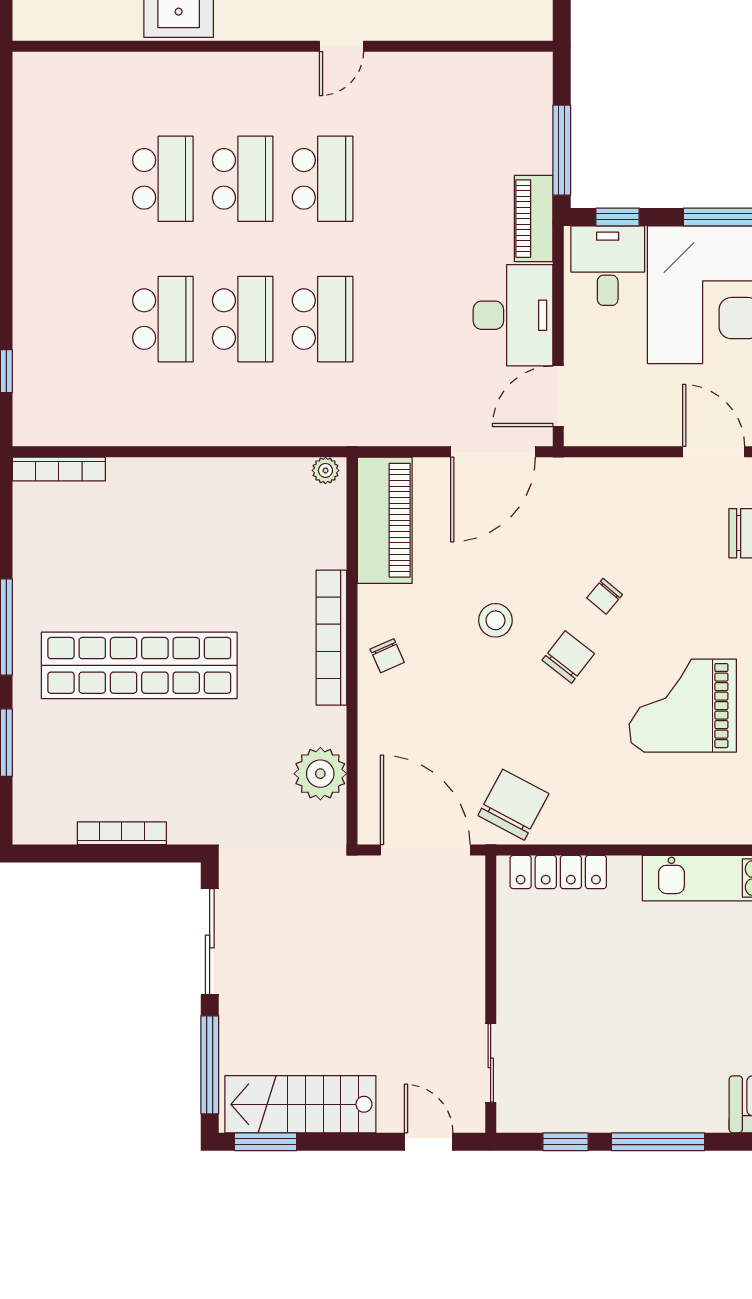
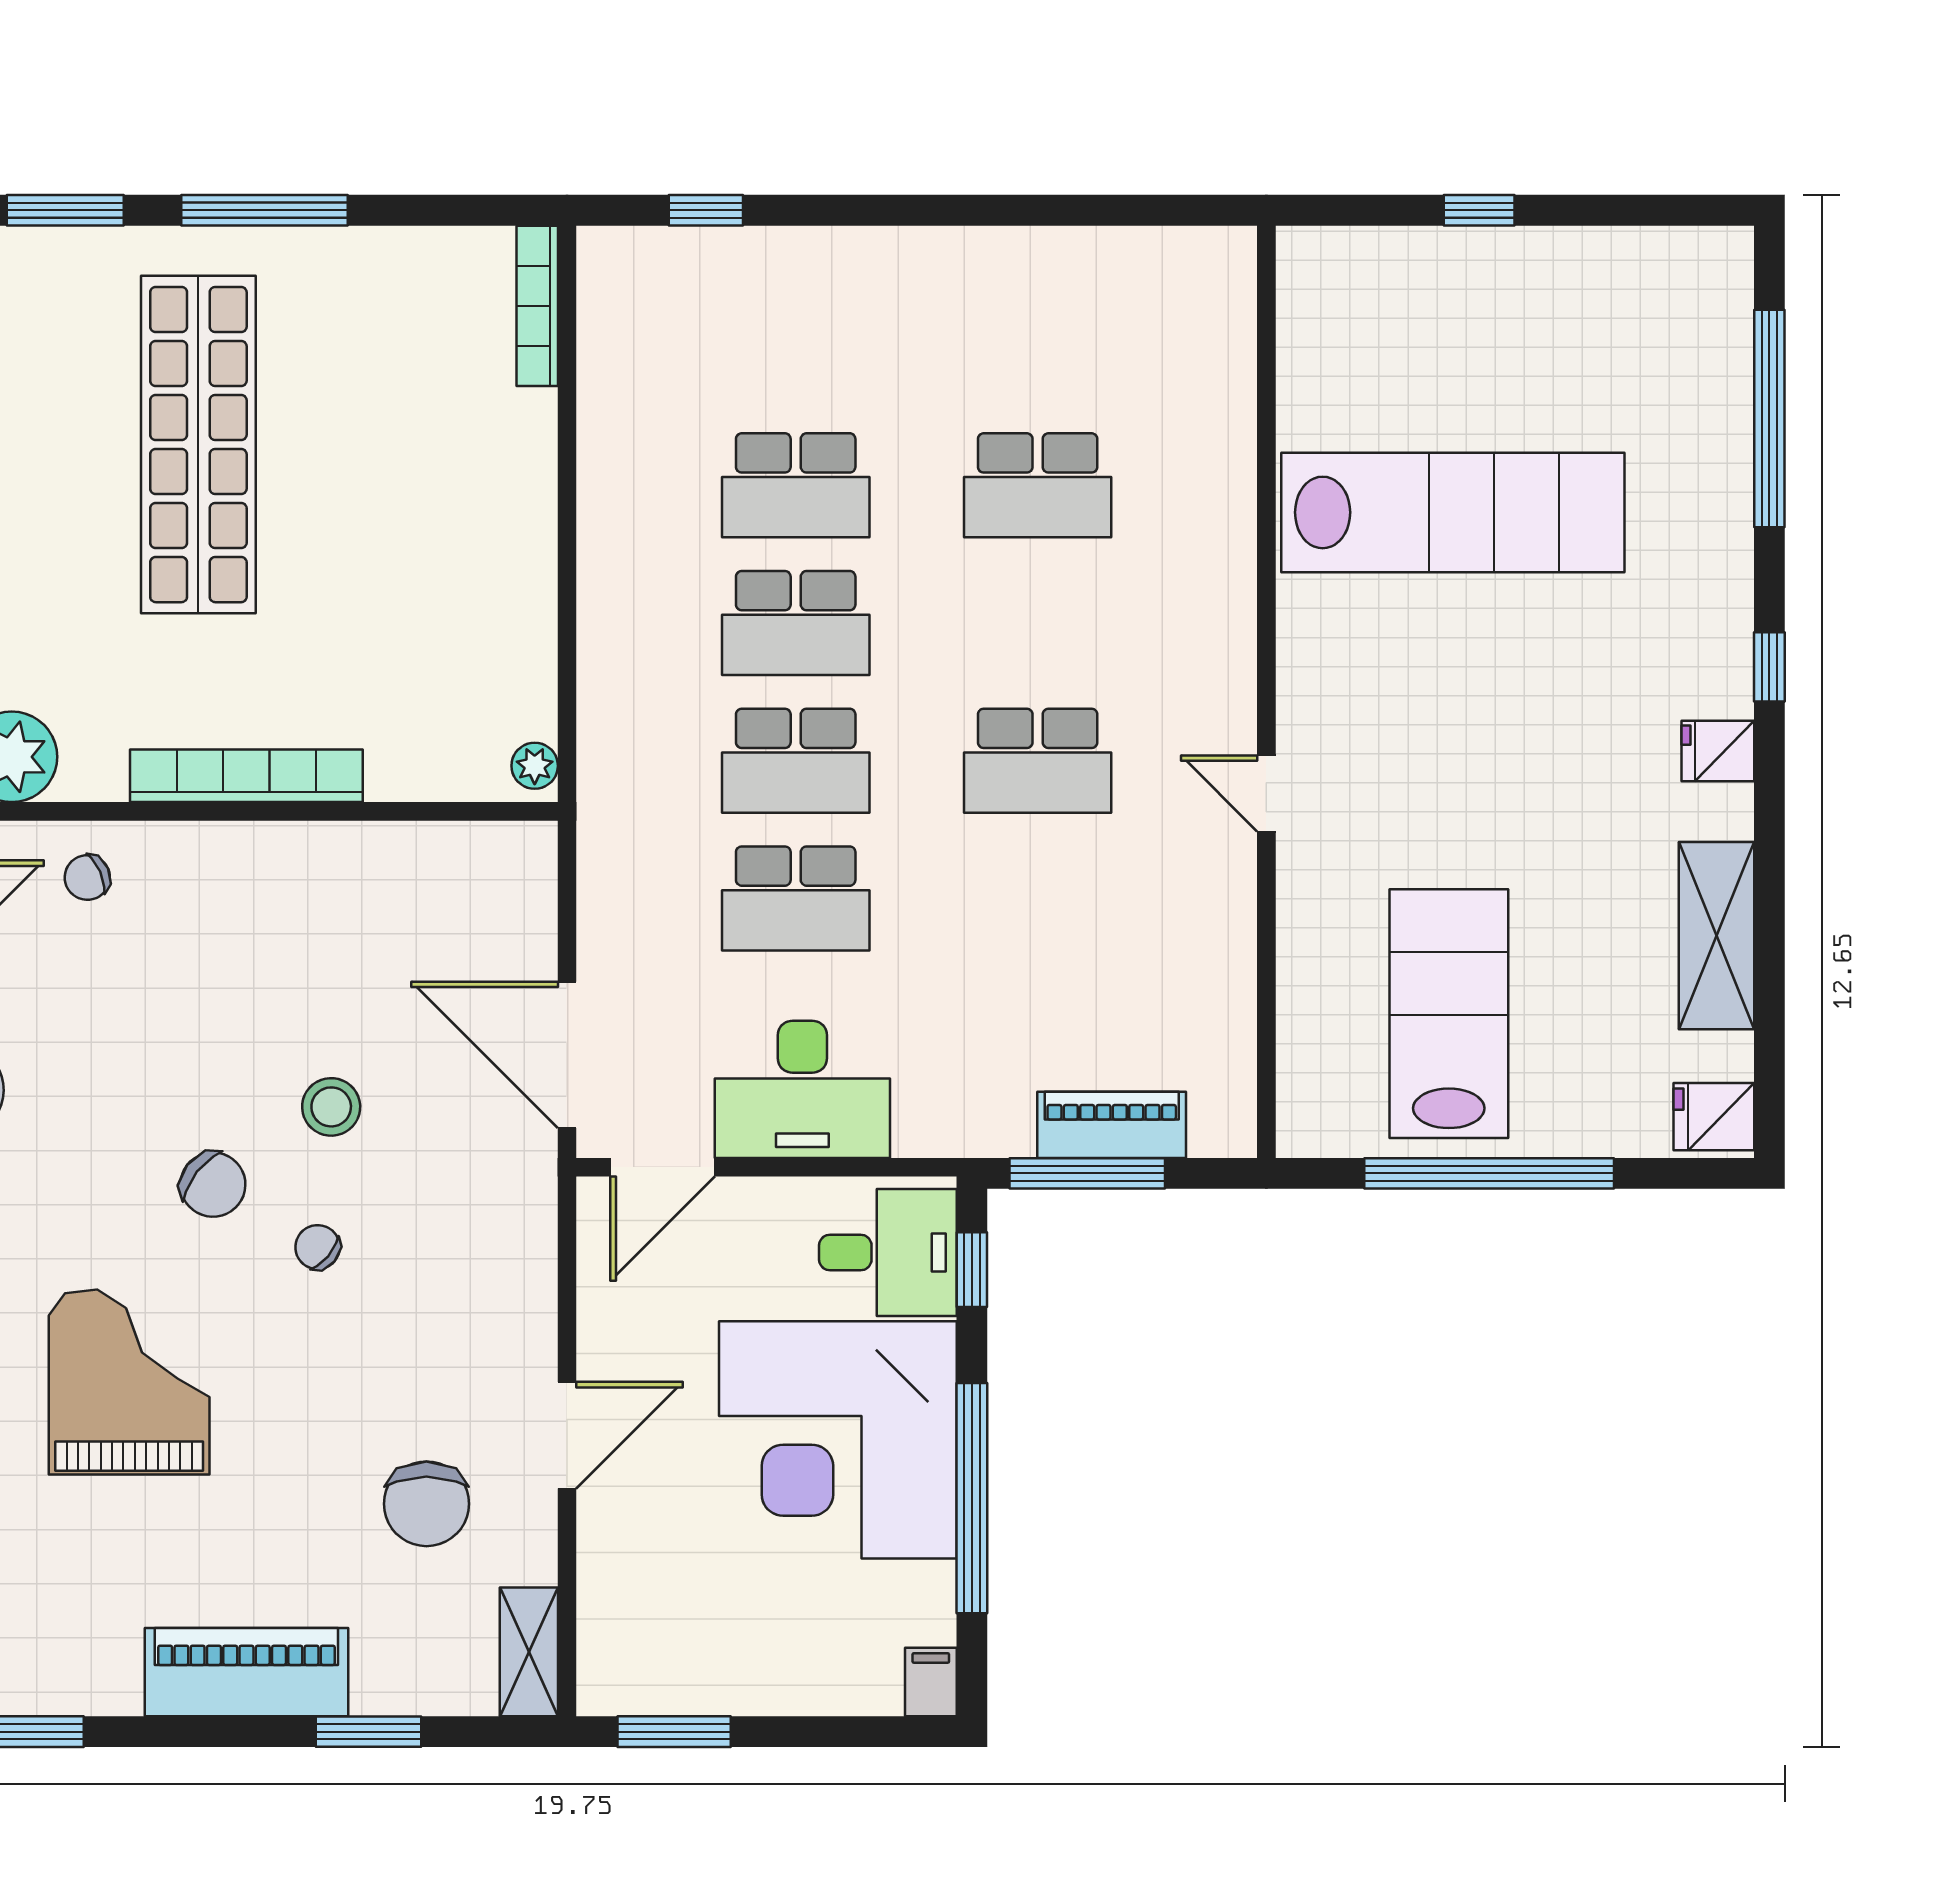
school desk: (243, 179) -> (796, 898), moved
piano: (534, 219) -> (1112, 1125), moved
door: (558, 396) -> (663, 1167), swing flipped
piano: (385, 520) -> (449, 868), removed
stool: (495, 620) -> (331, 1107), moved
chair: (387, 656) -> (87, 877), moved

